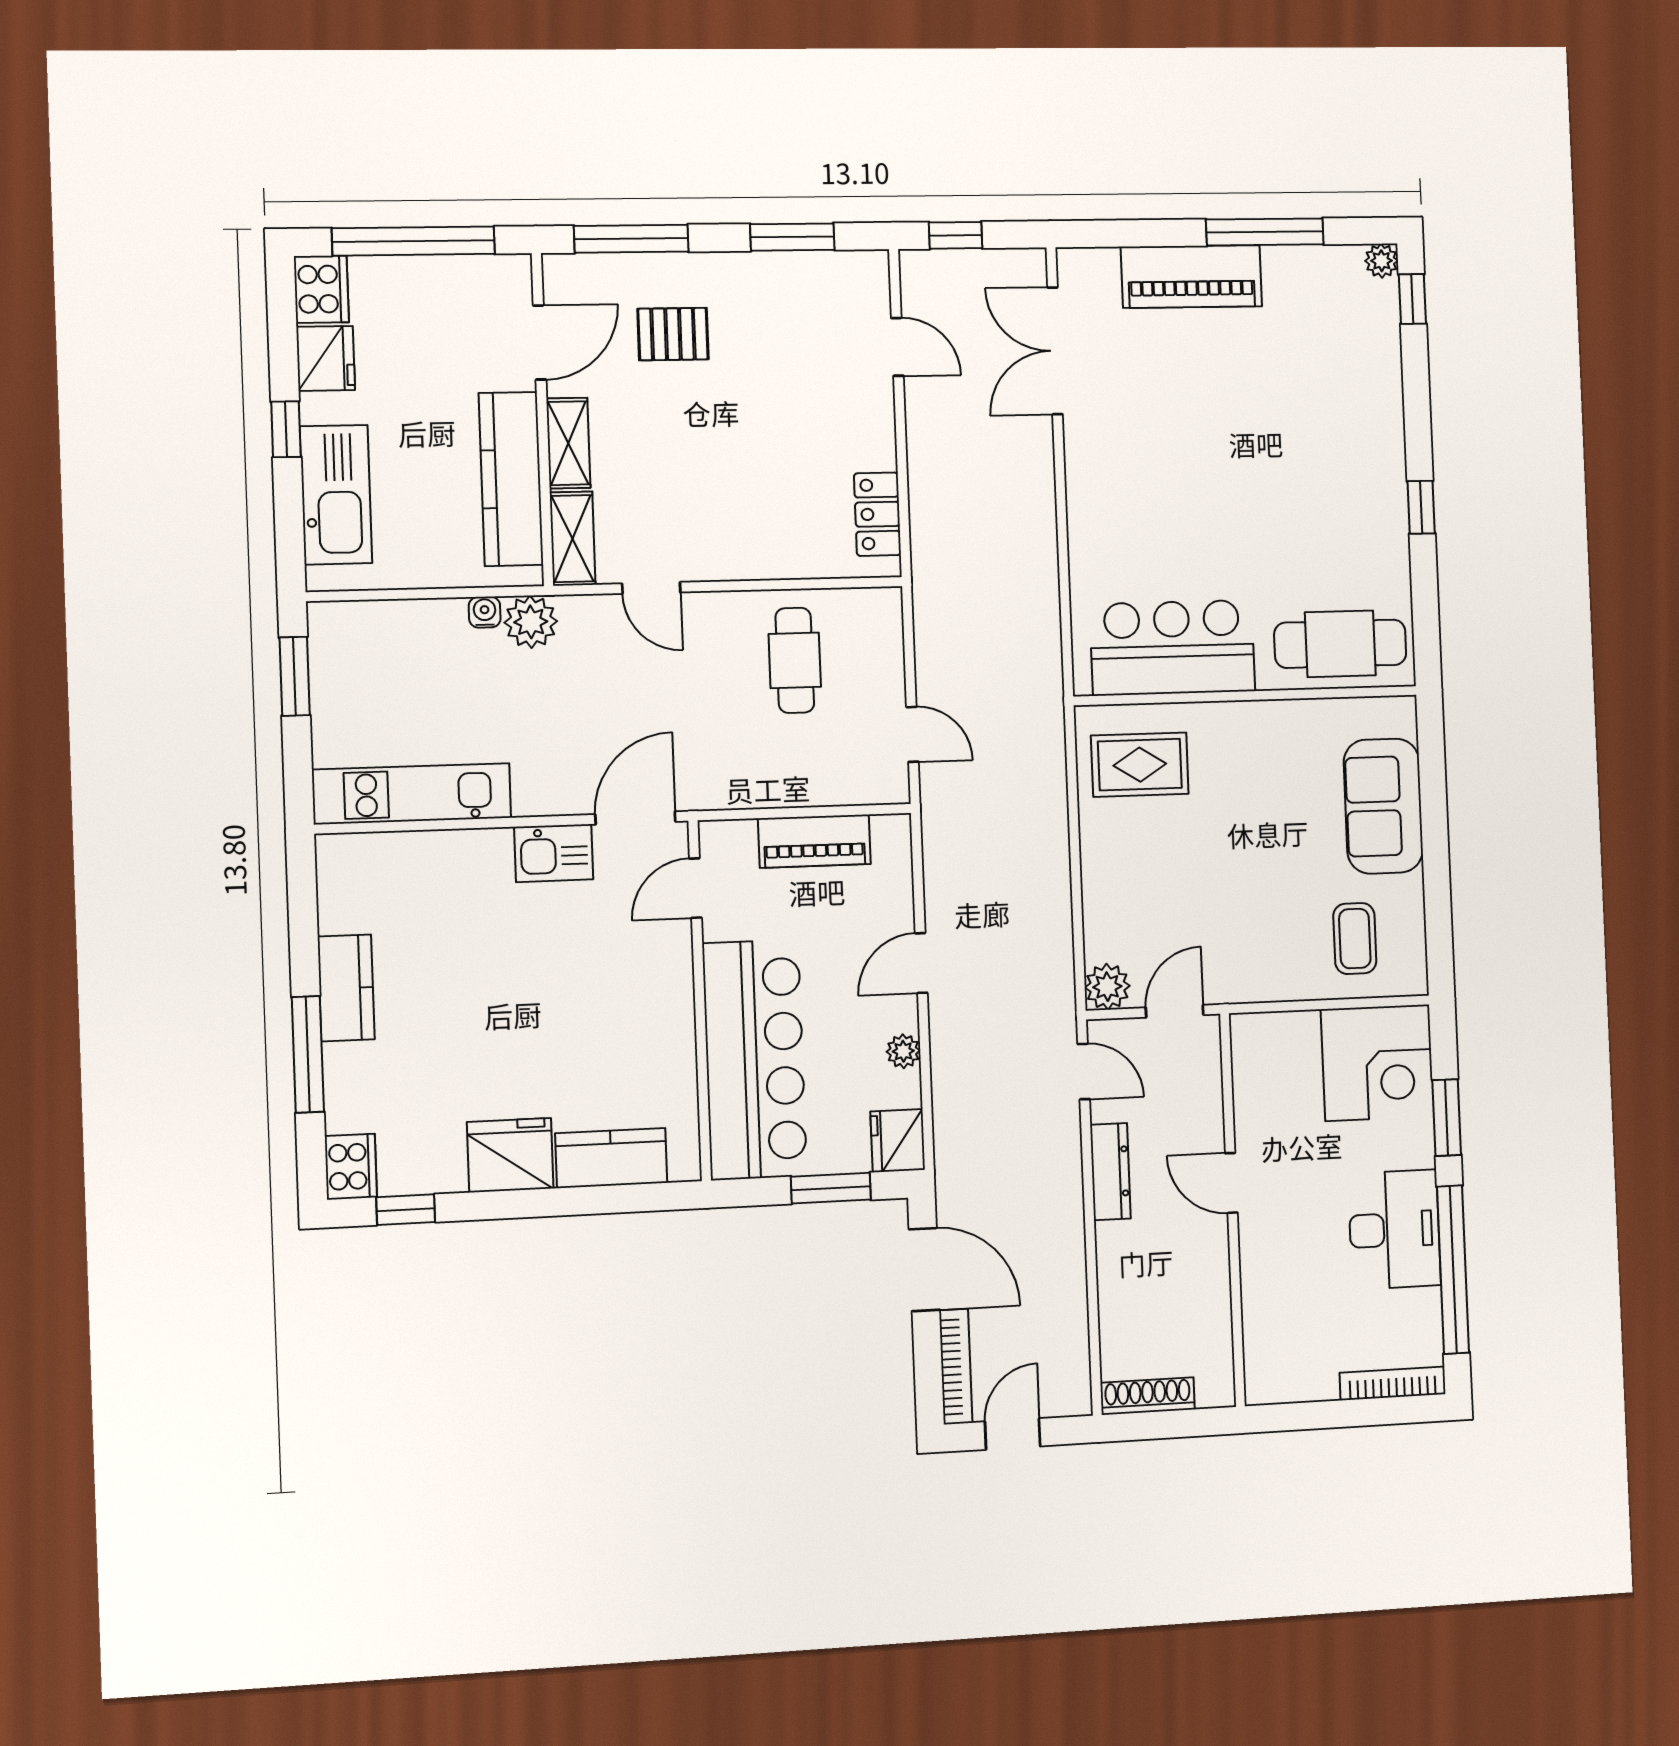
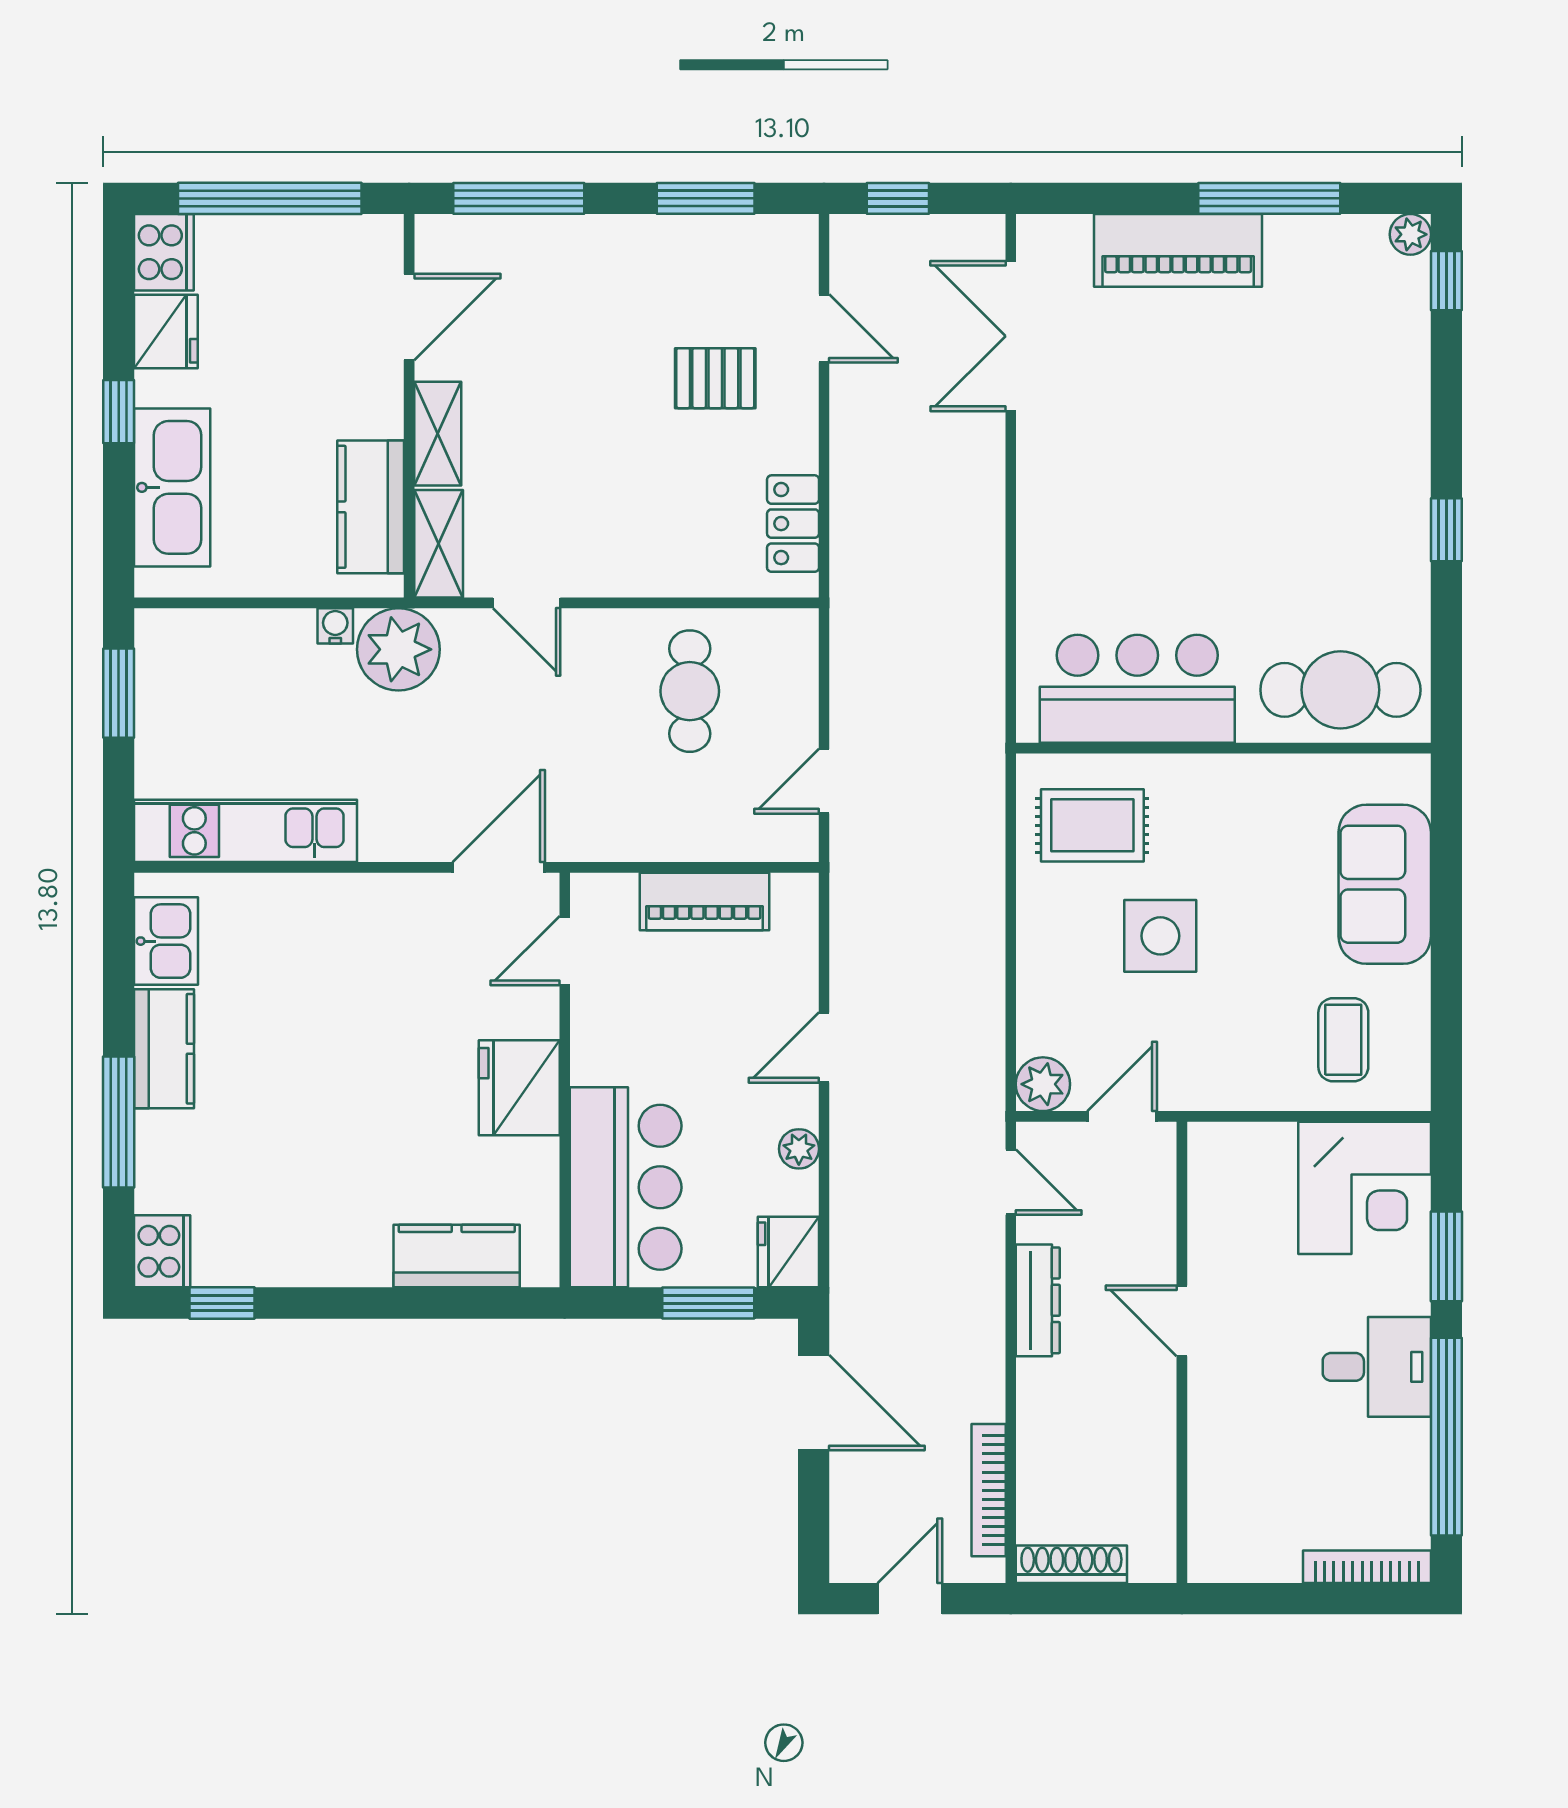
pallet: (673, 334) -> (715, 378), moved
kitchen counter: (511, 479) -> (371, 507), width x0.67
plant: (531, 622) -> (398, 649), width x1.36, depth x1.36
door: (912, 734) -> (824, 781), swing flipped
kitchen sink: (554, 853) -> (166, 941), moved, turned -90
side table: (1200, 857) -> (1160, 936), added
bar counter: (755, 1060) -> (626, 1187), width x0.73
fridge: (510, 1155) -> (519, 1088), moved, turned -90
desk: (1394, 1229) -> (1377, 1367), width x0.73
bookcase: (956, 1367) -> (989, 1490), moved, turned 180

